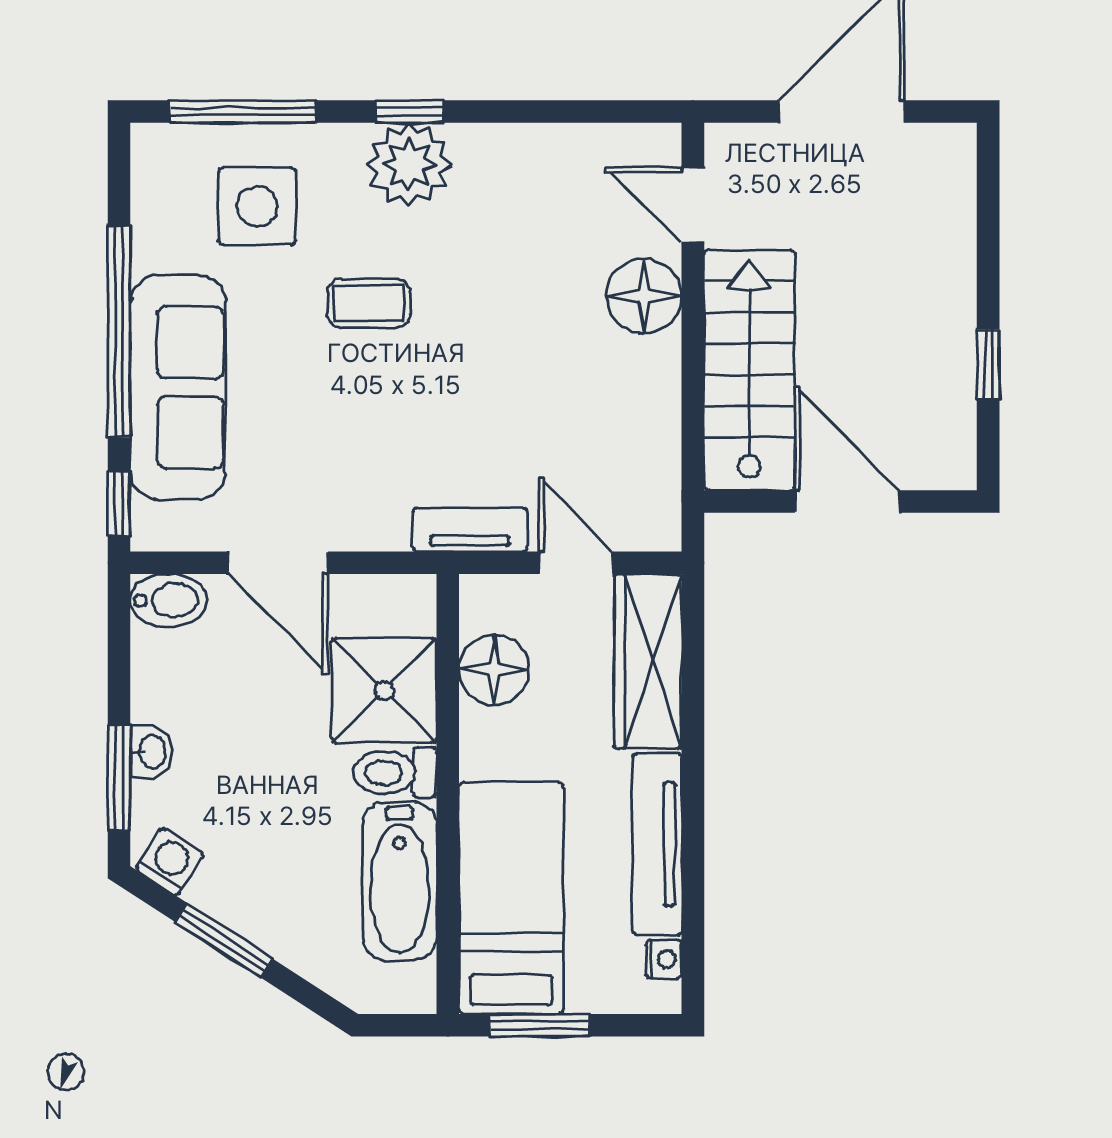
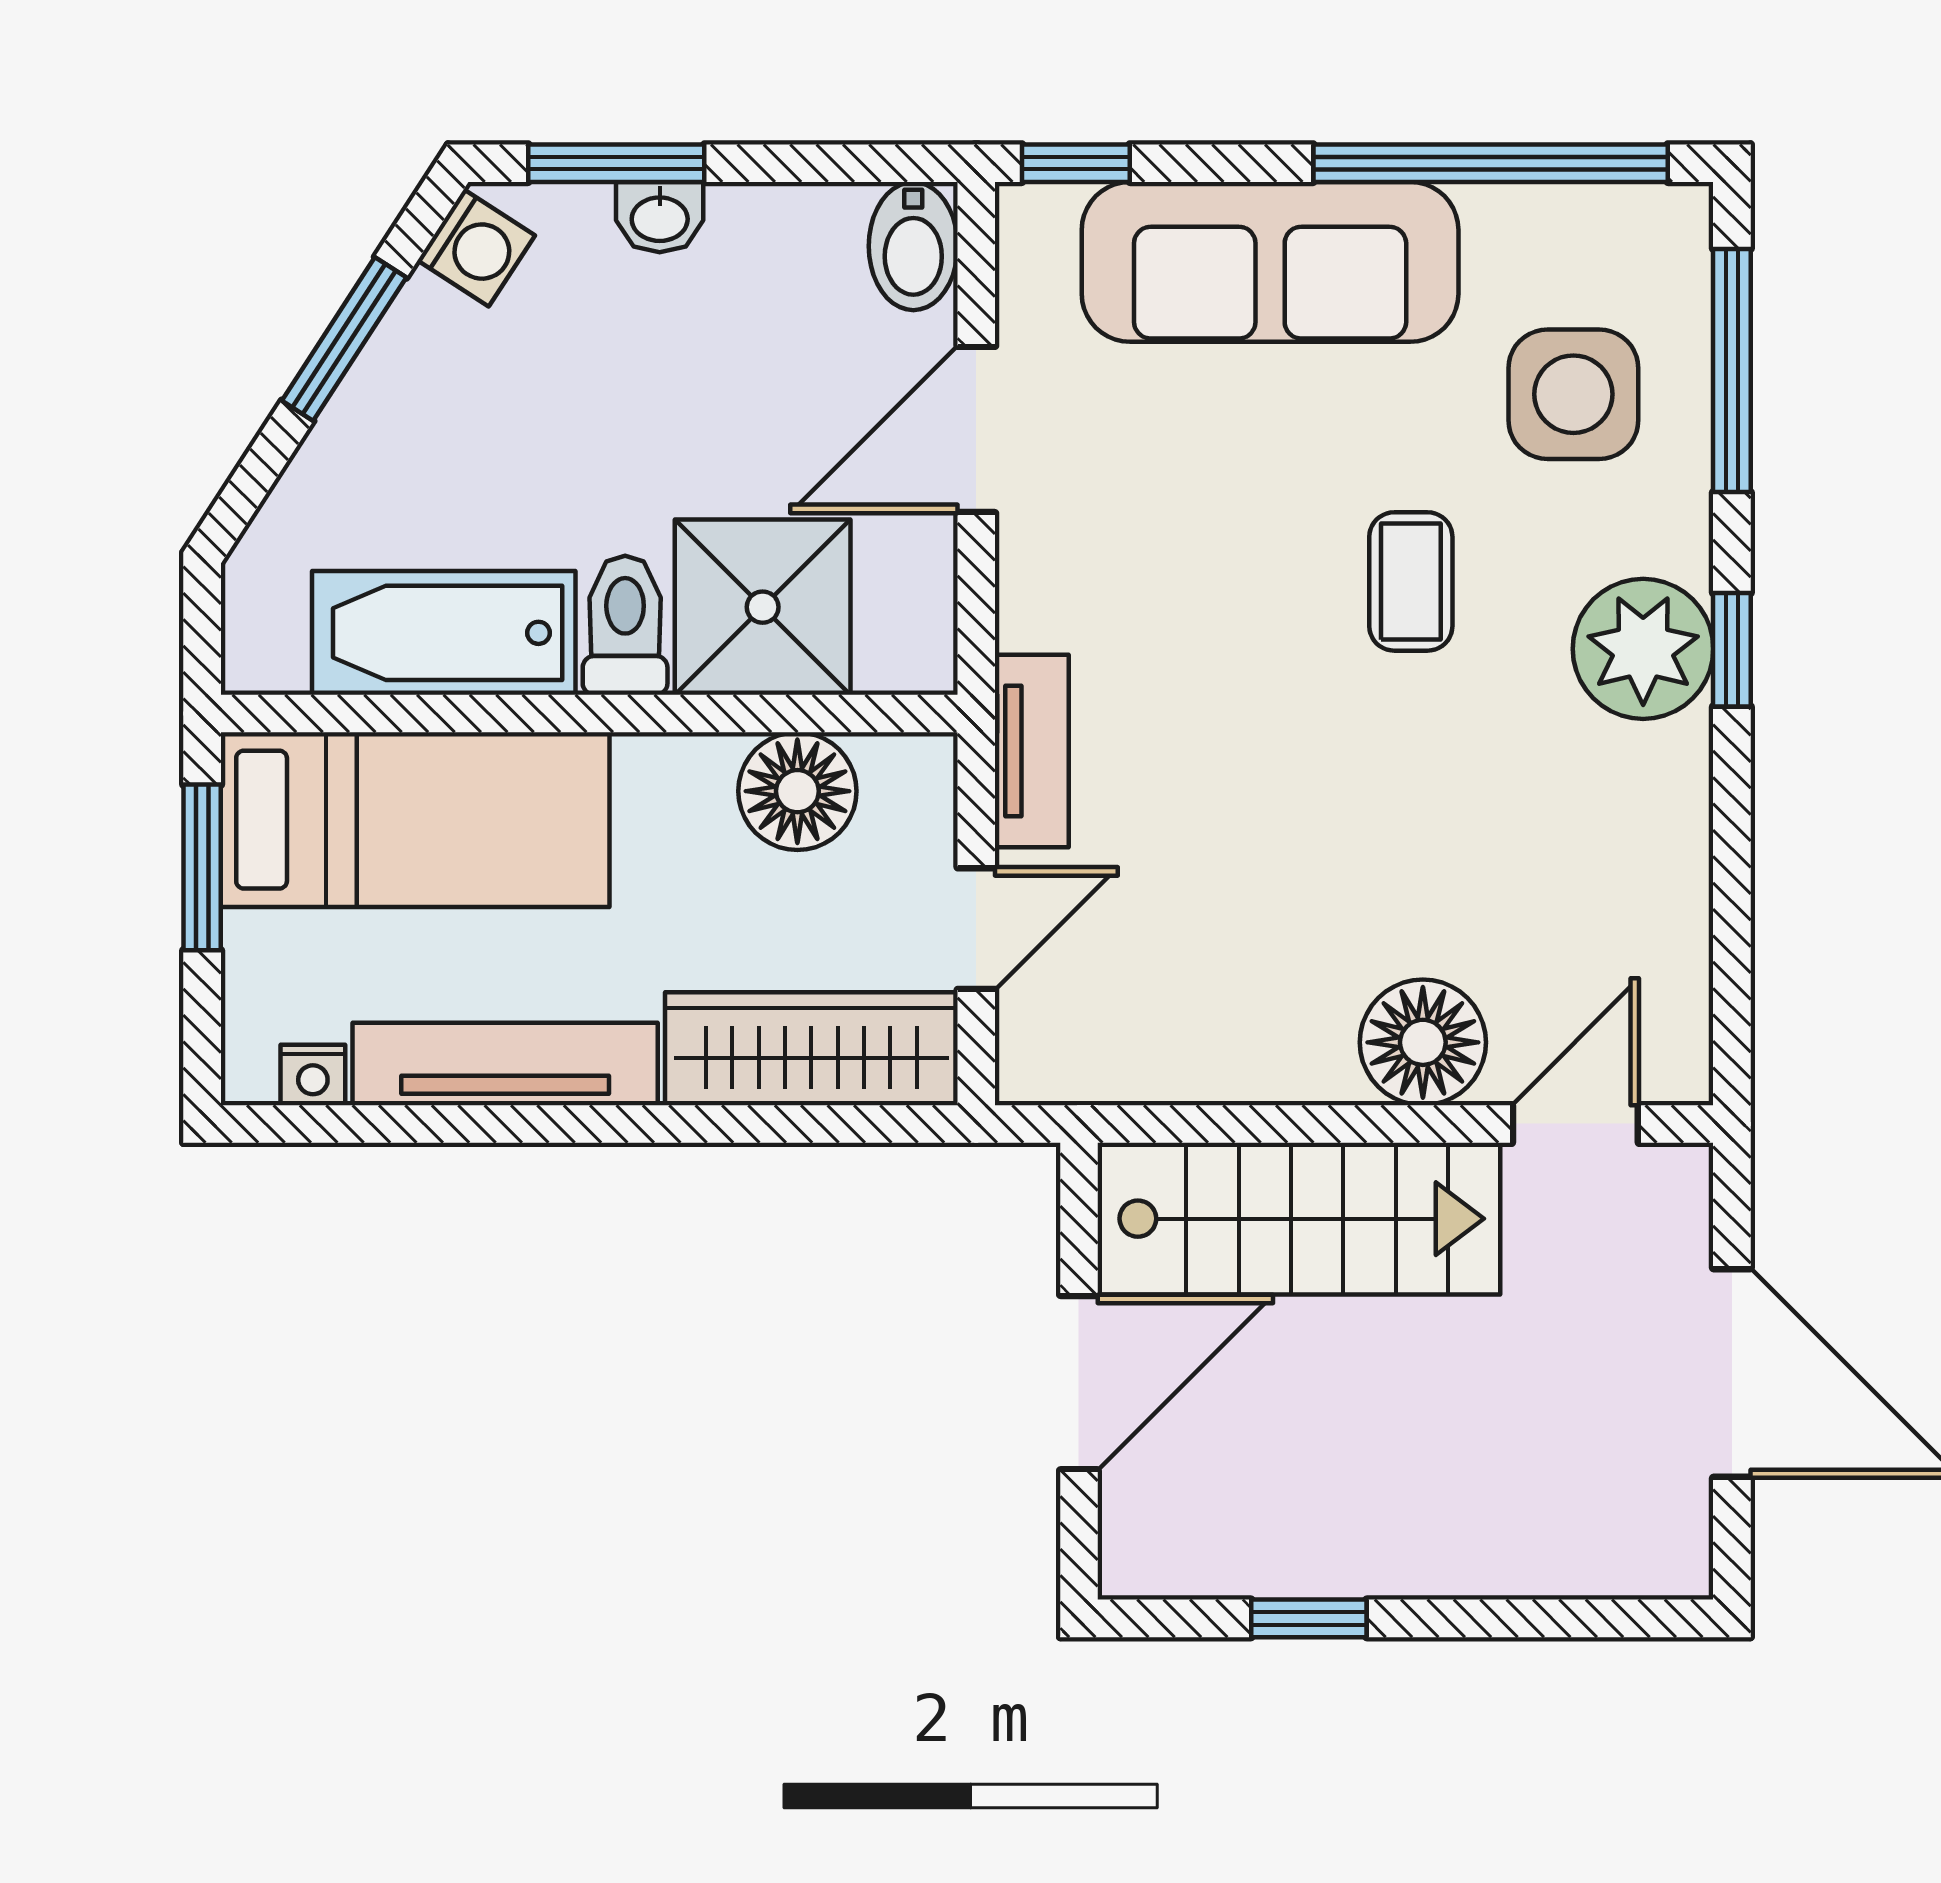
window: (119, 331) -> (1491, 163), moved

